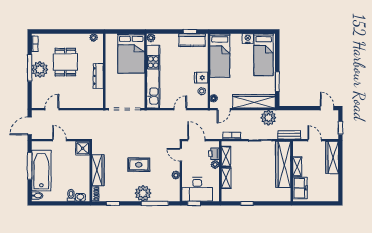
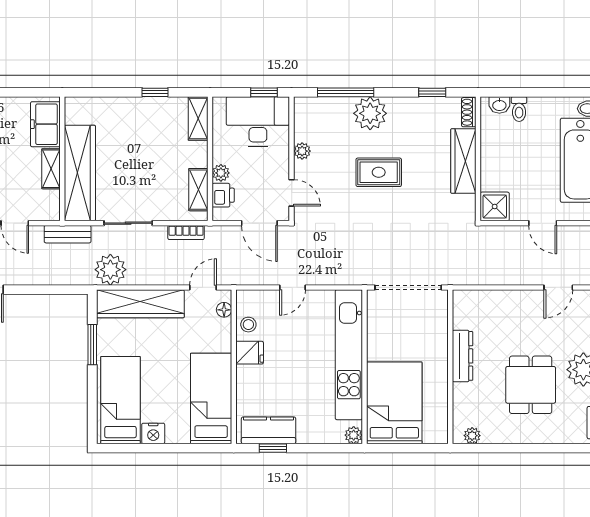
shelving: (226, 178) -> (198, 119), moved

